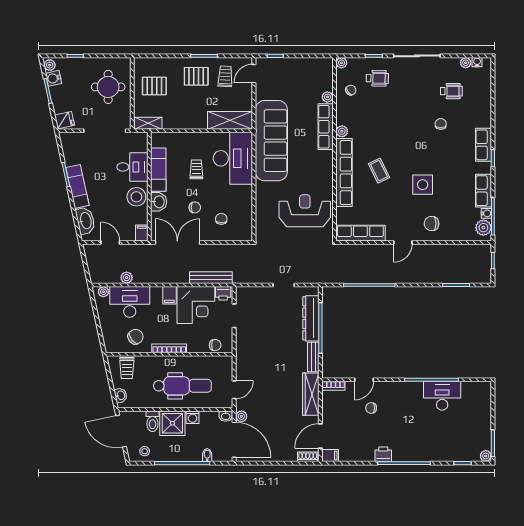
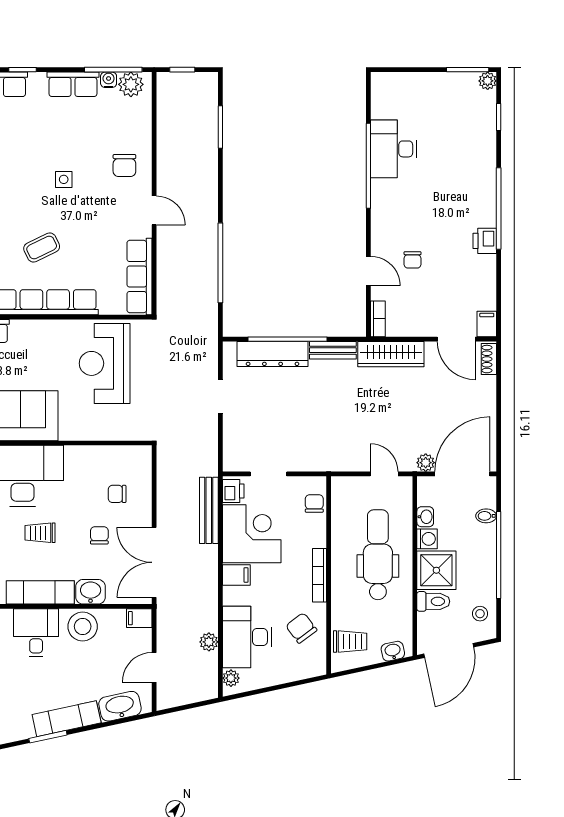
side table: (423, 185) -> (64, 179), width x0.54, depth x0.54
washbasin: (226, 416) -> (425, 517), moved

